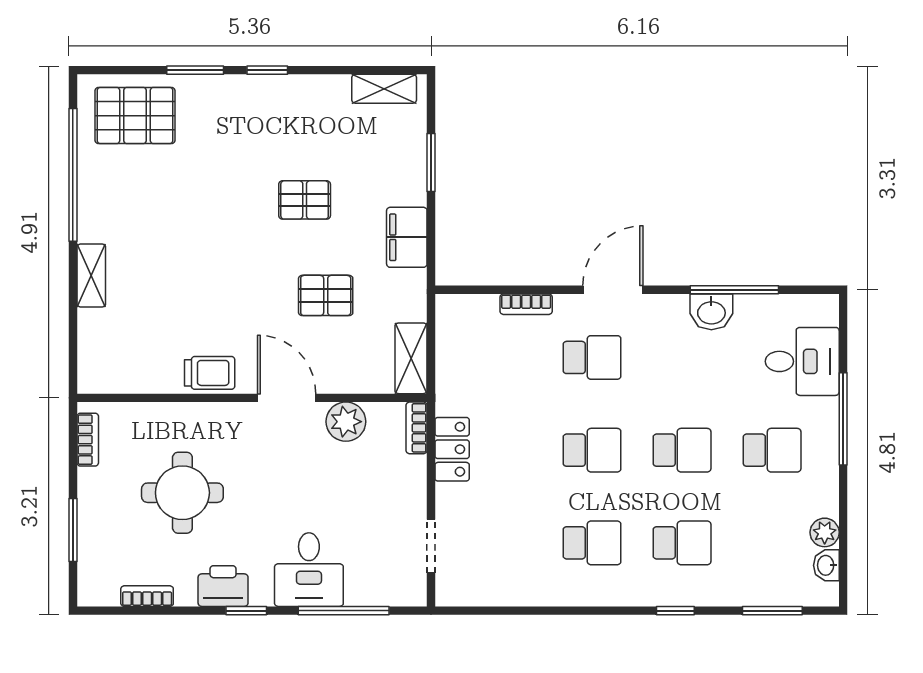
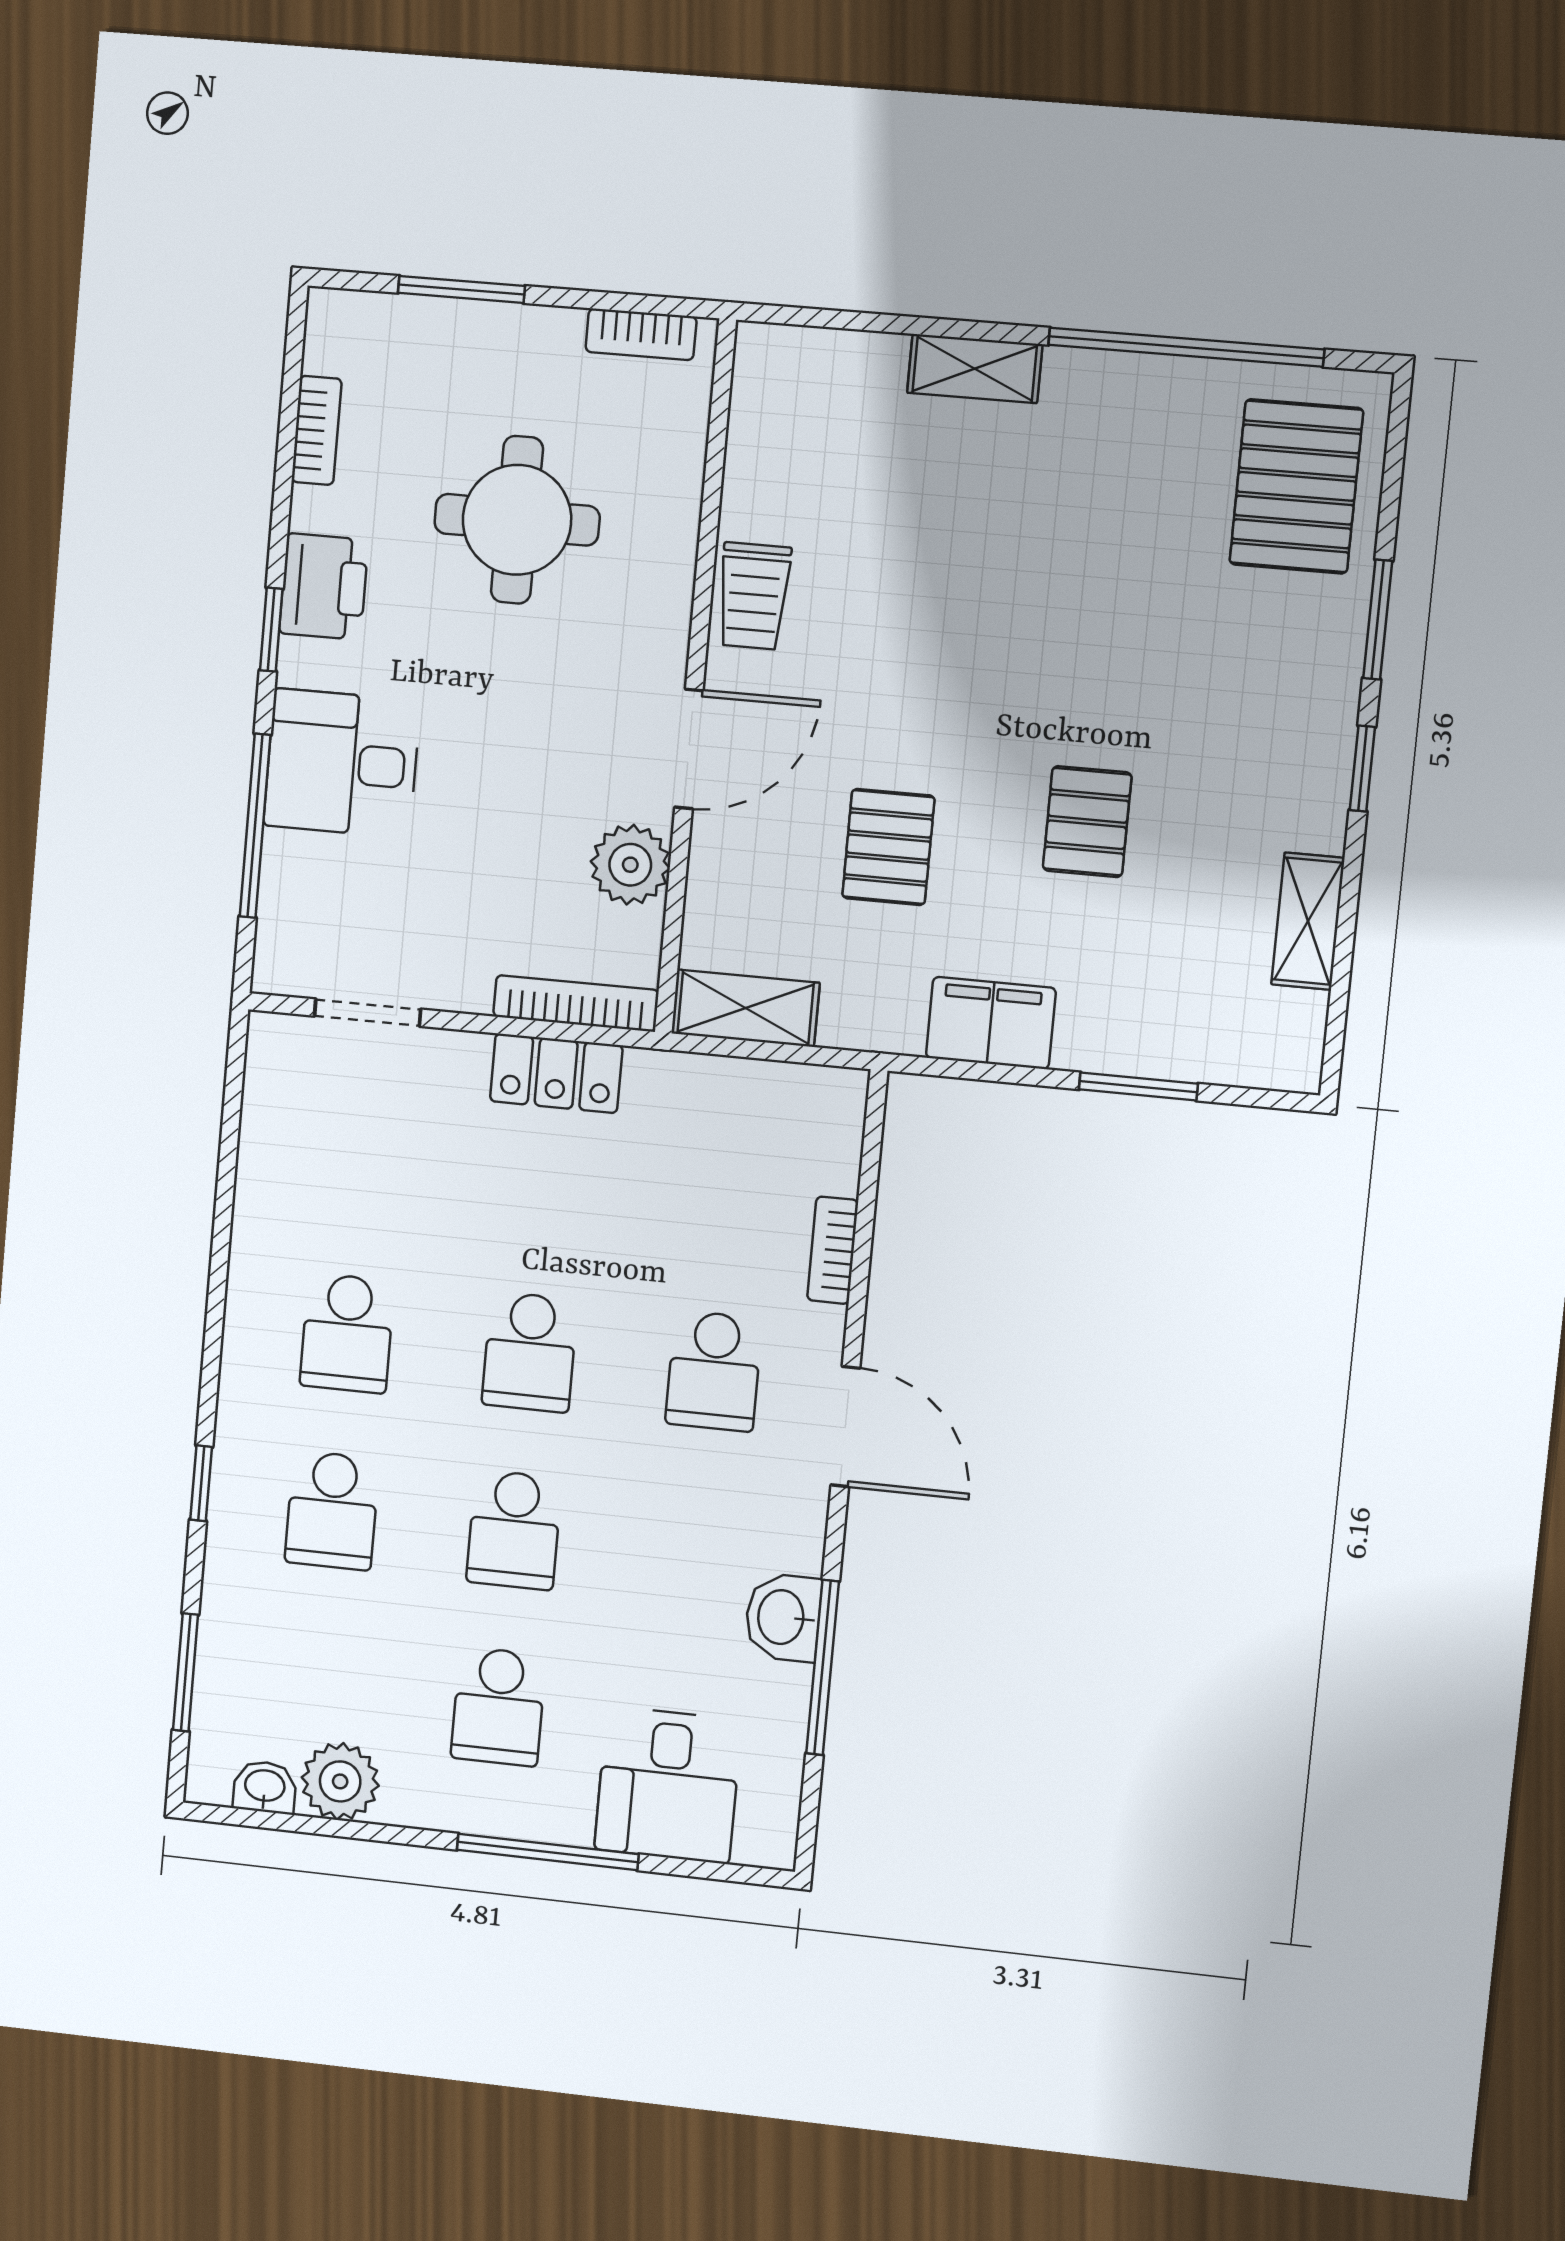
shelving: (384, 89) -> (1308, 921), moved
bookcase: (417, 428) -> (576, 1003), width x1.56
plant: (825, 532) -> (340, 1781), width x1.38, depth x1.38

